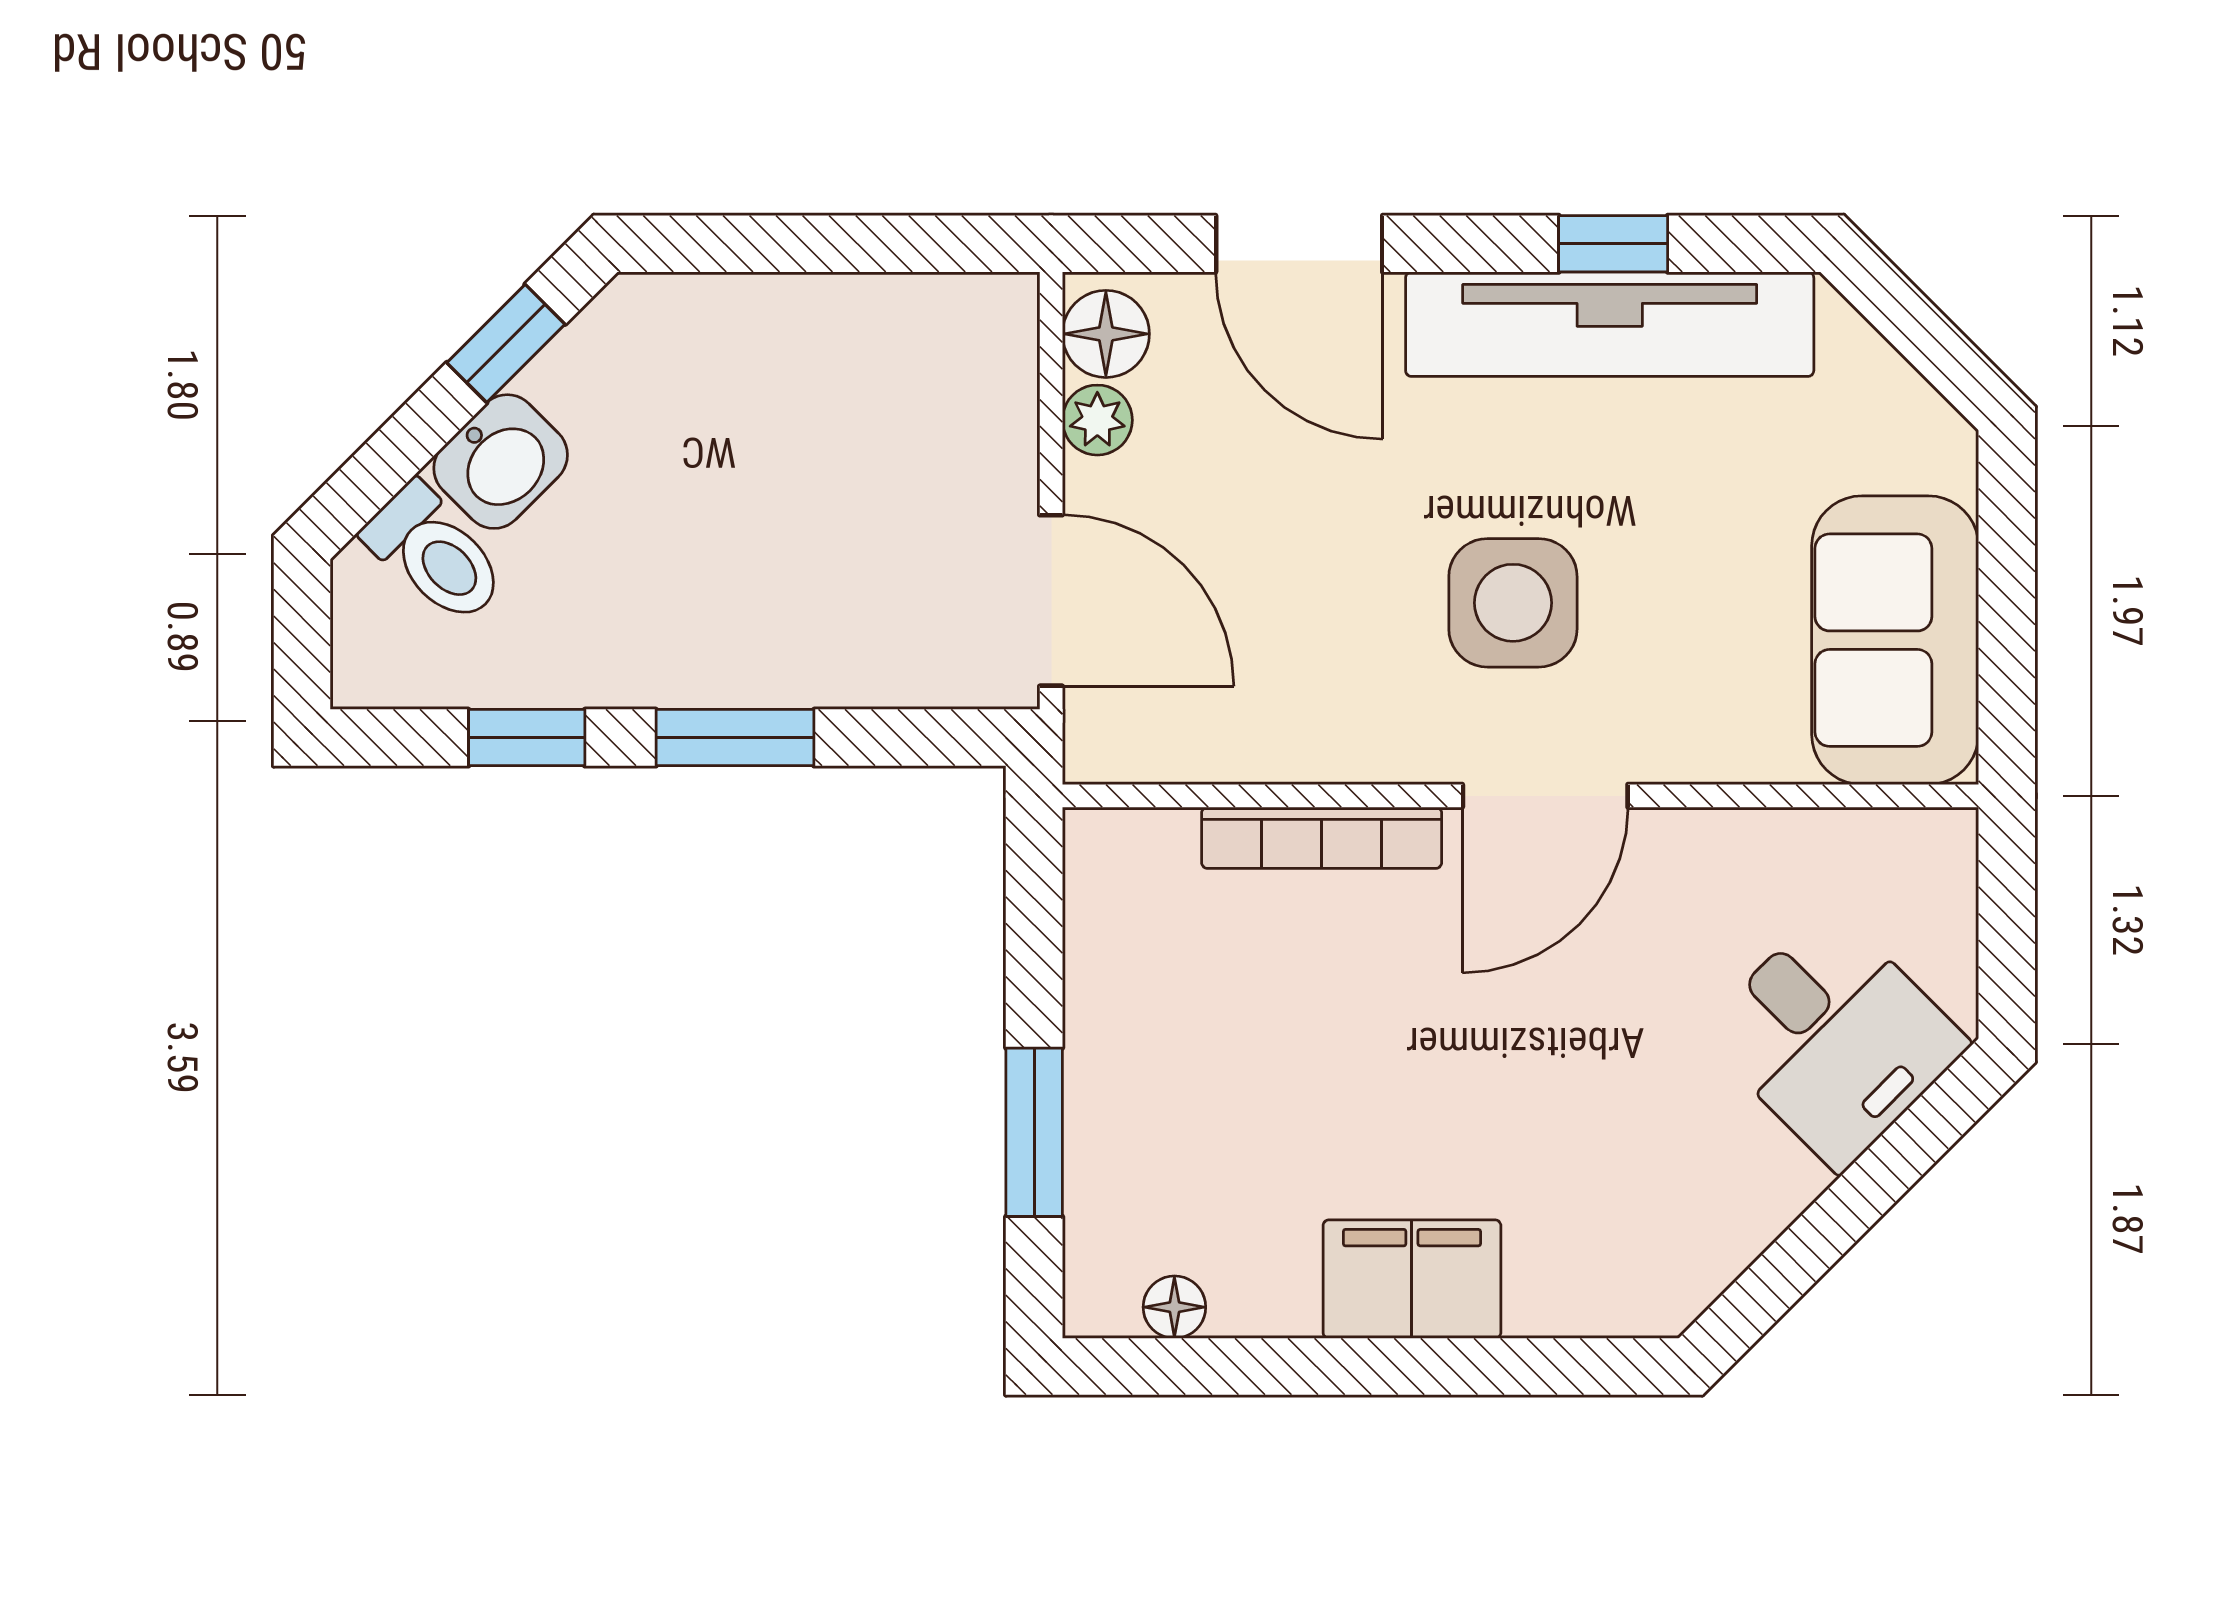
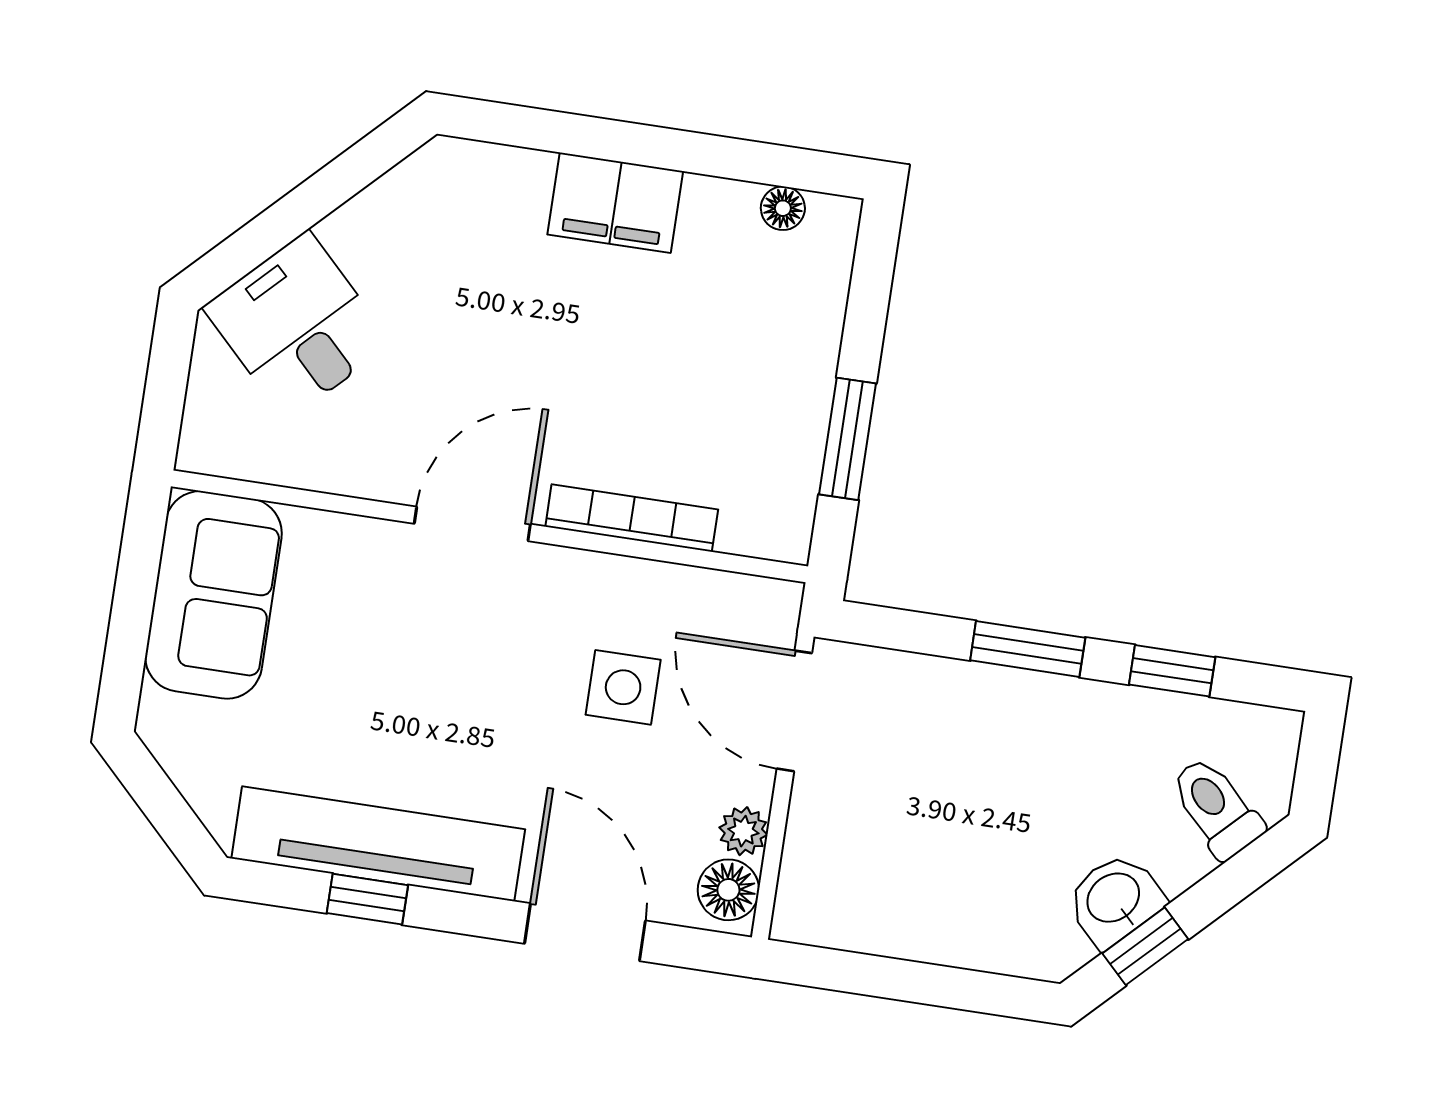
washbasin: (501, 462) -> (1115, 899), moved
side table: (1513, 603) -> (623, 687), moved, width x0.73, depth x0.73
window: (1034, 1132) -> (847, 439), moved

